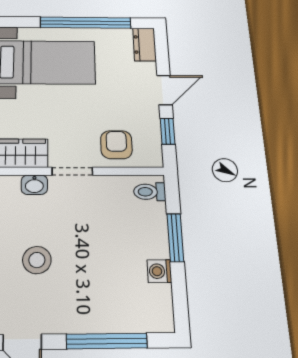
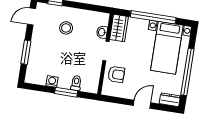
door: (165, 90) -> (142, 104), swing flipped
window: (168, 131) -> (119, 101), removed
toilet: (150, 192) -> (76, 83), moved
window: (107, 341) -> (26, 52), width x0.69

